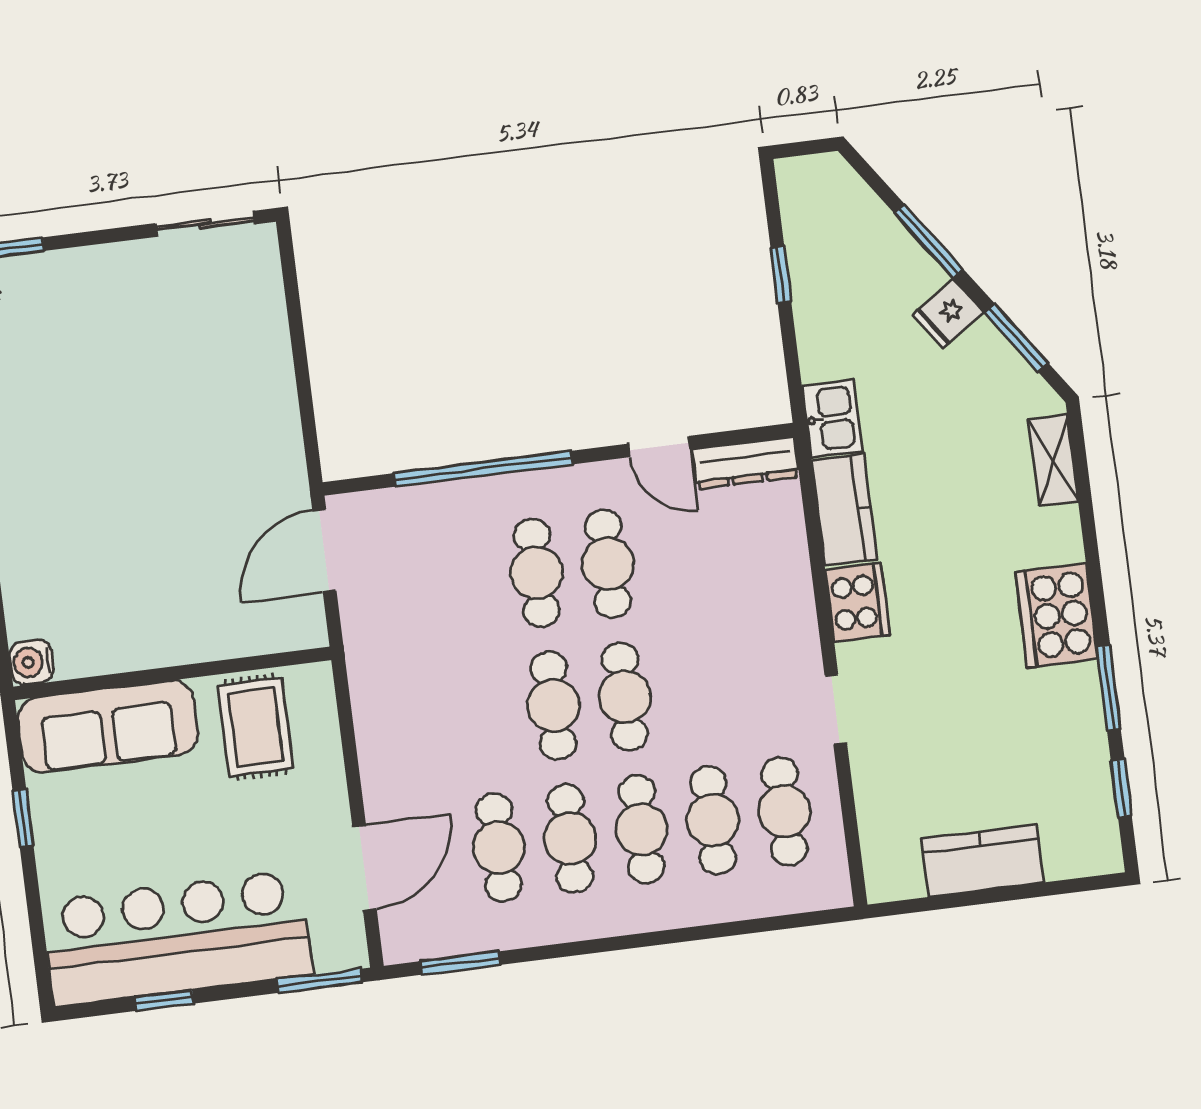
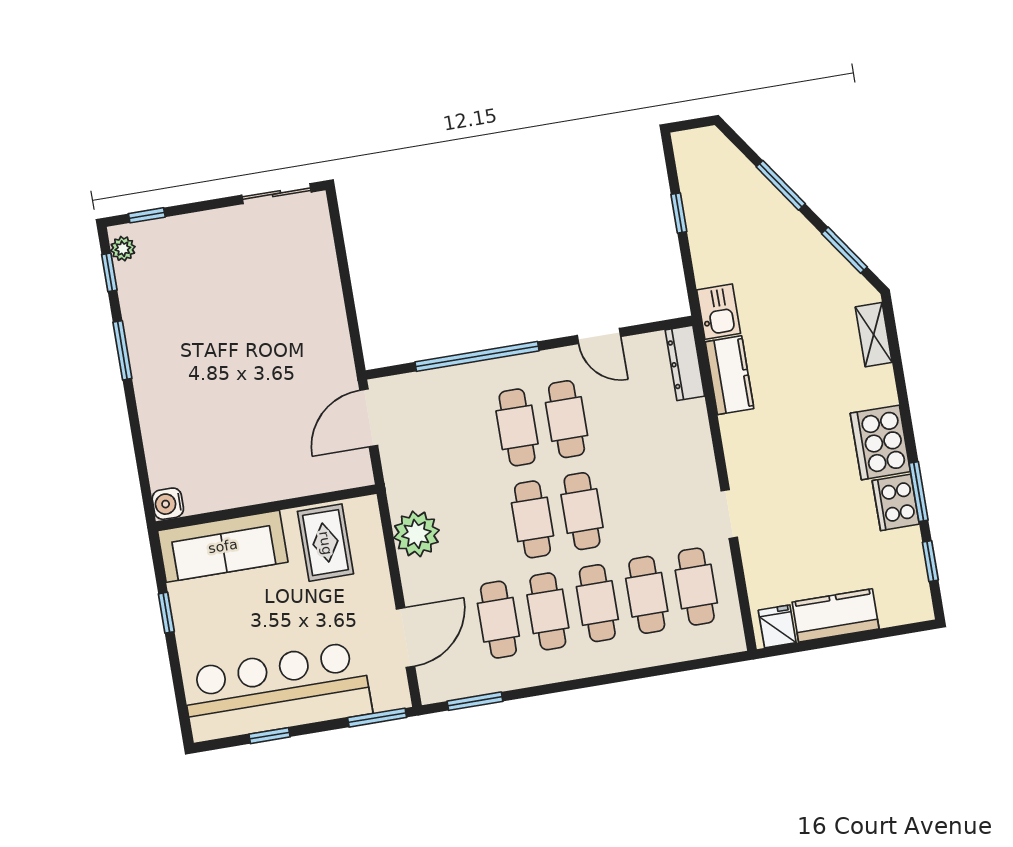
fridge: (948, 314) -> (777, 626), moved, turned 125
dresser: (746, 463) -> (685, 363), moved, turned 90
cooker: (858, 602) -> (896, 502), moved, turned 180
plant: (386, 720) -> (416, 534), added

